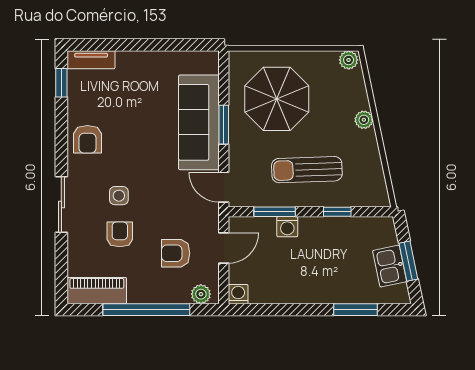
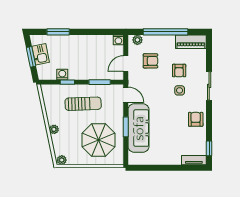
washing machine: (287, 227) -> (62, 74), moved

